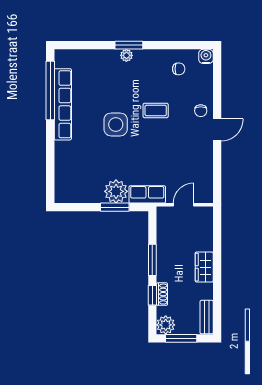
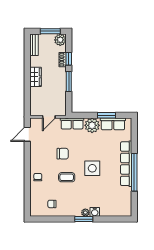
water cooler: (206, 56) -> (95, 212), moved
window: (50, 90) -> (134, 172), moved
row of seats: (63, 104) -> (126, 164), moved
door: (217, 130) -> (27, 134), moved
chair: (162, 147) -> (63, 154), added
row of seats: (83, 194) -> (113, 124), added
window: (115, 207) -> (107, 115), moved

